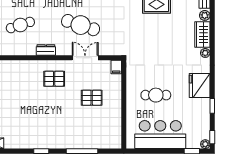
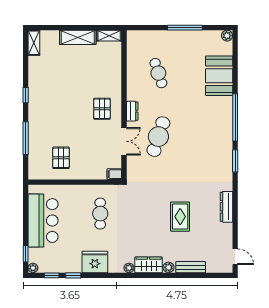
dresser: (46, 50) -> (132, 111), moved
cafe table: (156, 95) -> (100, 214), moved
pallet: (92, 98) -> (61, 158), moved
window: (212, 137) -> (52, 275), moved

